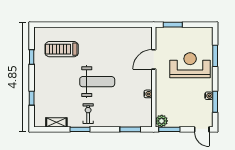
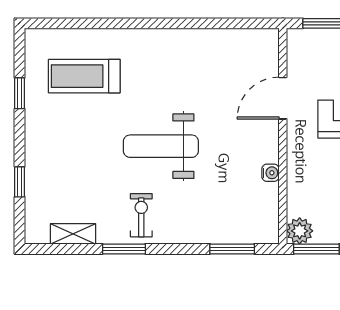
weight bench: (97, 82) -> (161, 146), turned 180

